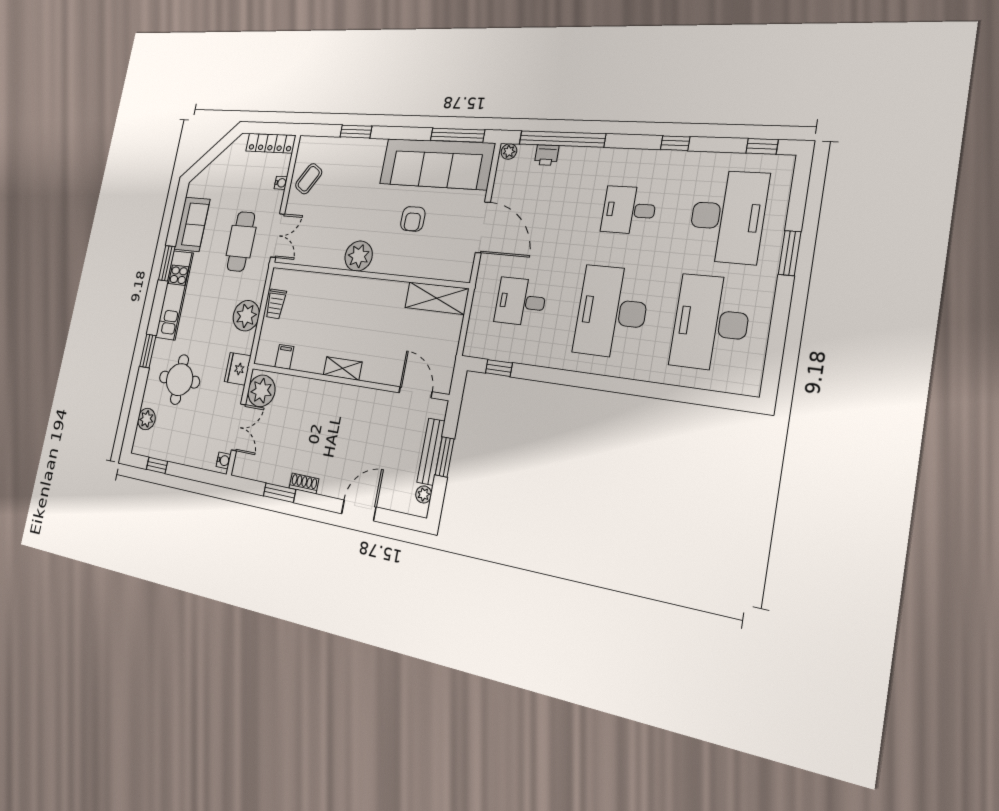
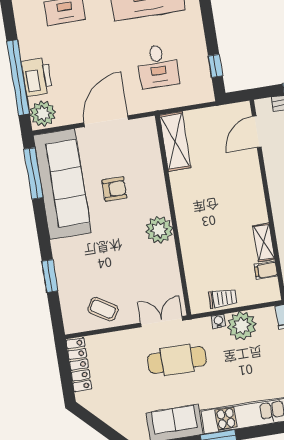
plant: (509, 151) -> (43, 114), width x1.88, depth x1.88
printer: (547, 155) -> (37, 77), width x1.87, depth x1.48
water cooler: (281, 183) -> (218, 321), moved
shelving: (343, 368) -> (264, 242), moved

